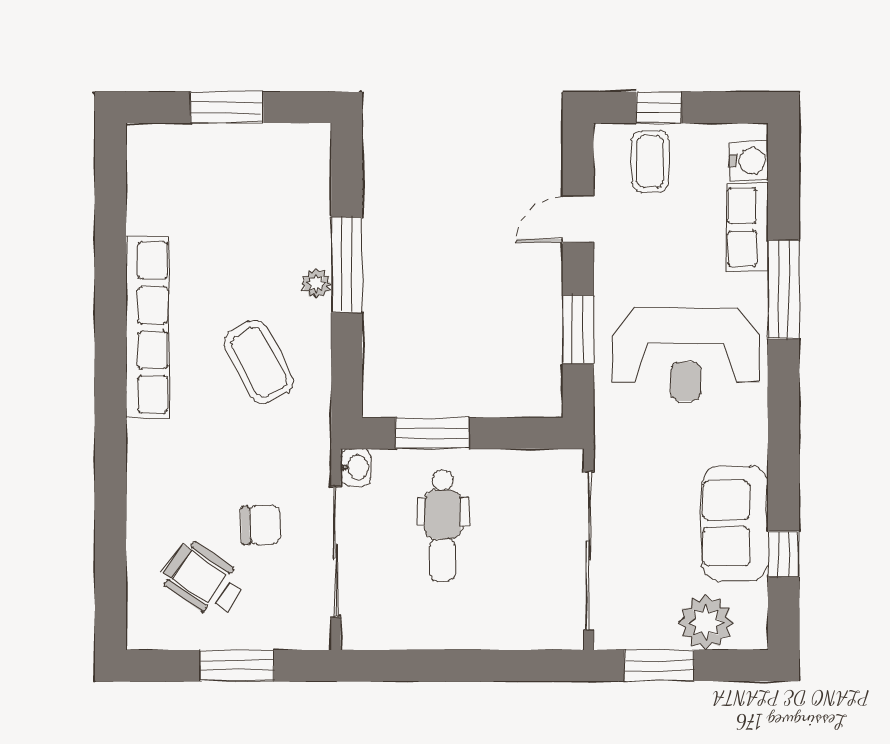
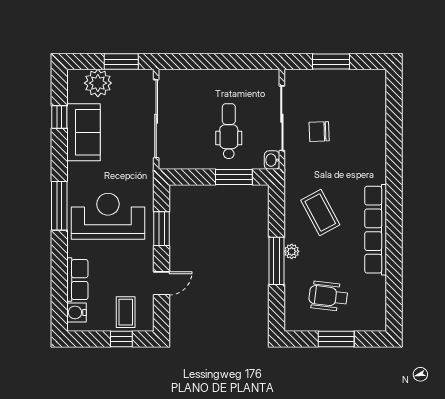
window: (784, 289) -> (59, 206), moved
wheelchair: (204, 580) -> (328, 296), moved, turned 152

